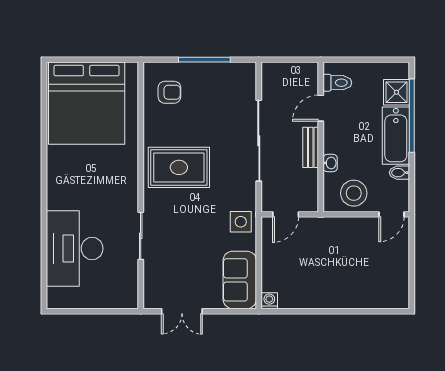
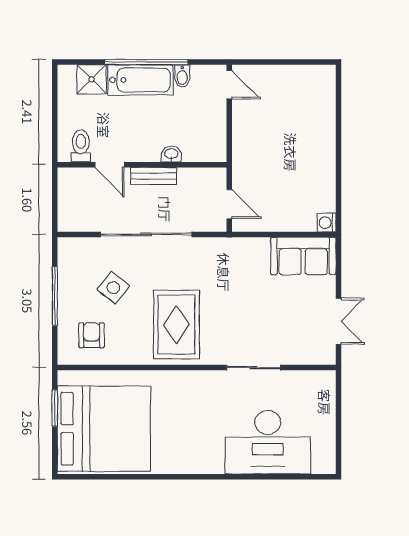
window: (105, 60) -> (55, 408), added
window: (412, 116) -> (146, 62), moved
stool: (354, 193) -> (205, 127), removed
side table: (241, 222) -> (113, 288), moved, turned 38

